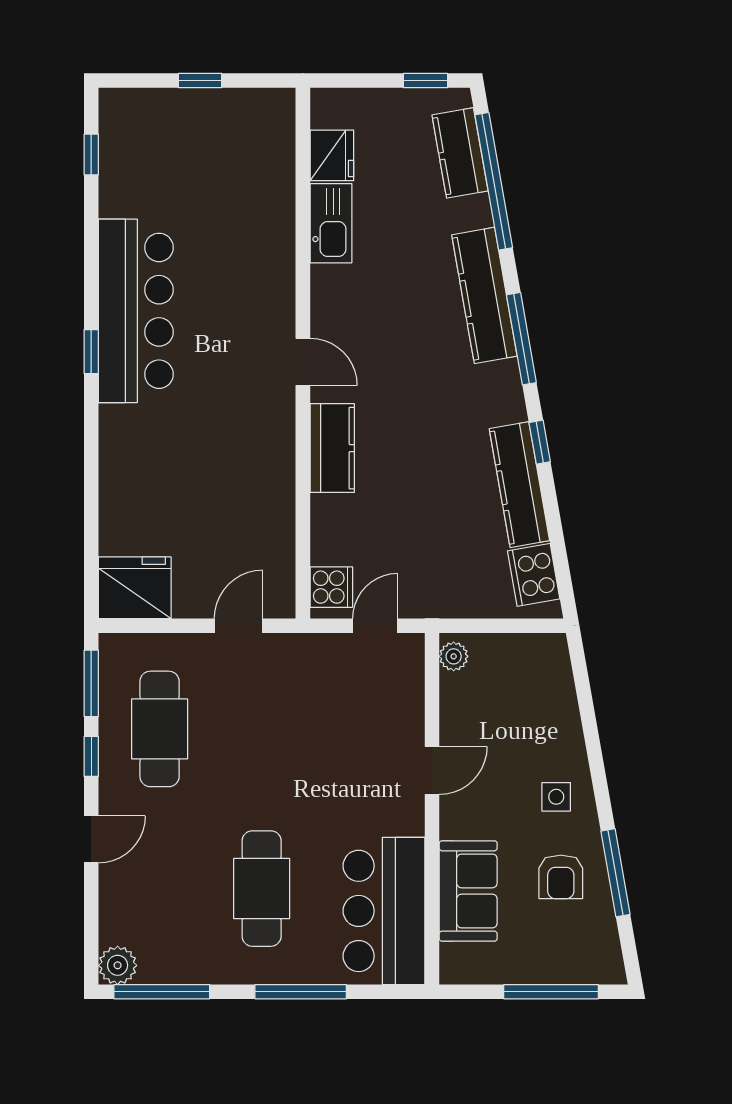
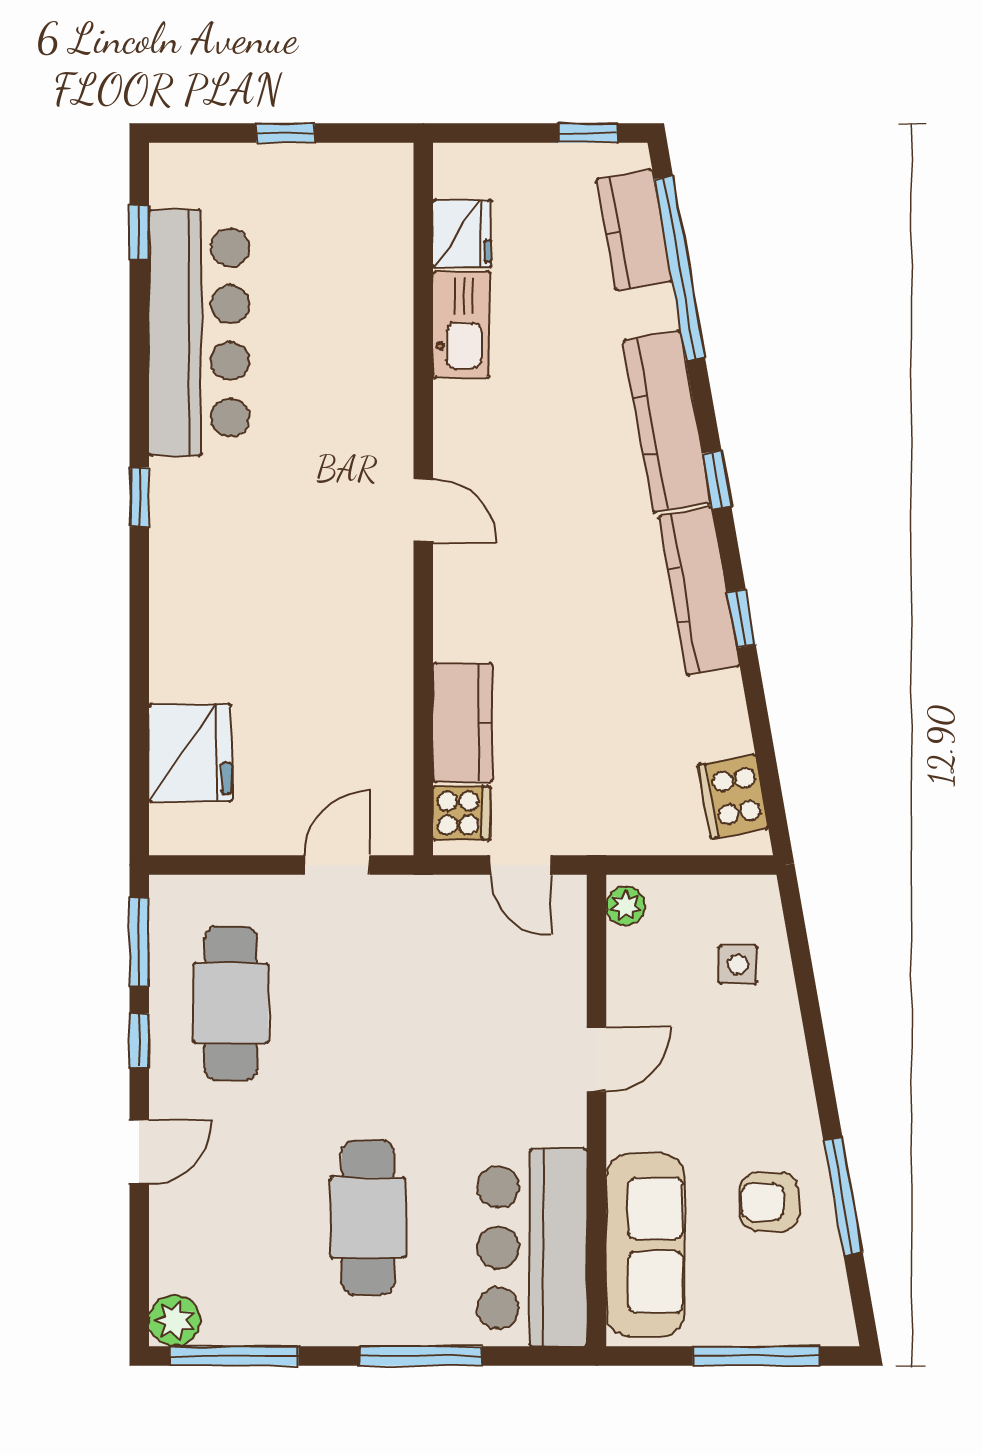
bar counter: (136, 311) -> (199, 333), moved
window: (521, 339) -> (717, 480), width x0.46
kitchen counter: (332, 448) -> (463, 722), moved
kitchen counter: (519, 485) -> (699, 591), moved
fridge: (135, 588) -> (190, 753), moved, turned 90
door: (375, 626) -> (520, 865), swing flipped
side table: (556, 797) -> (738, 964), moved
armchair: (561, 877) -> (769, 1202), turned 90
sofa: (468, 891) -> (645, 1245), width x1.36

